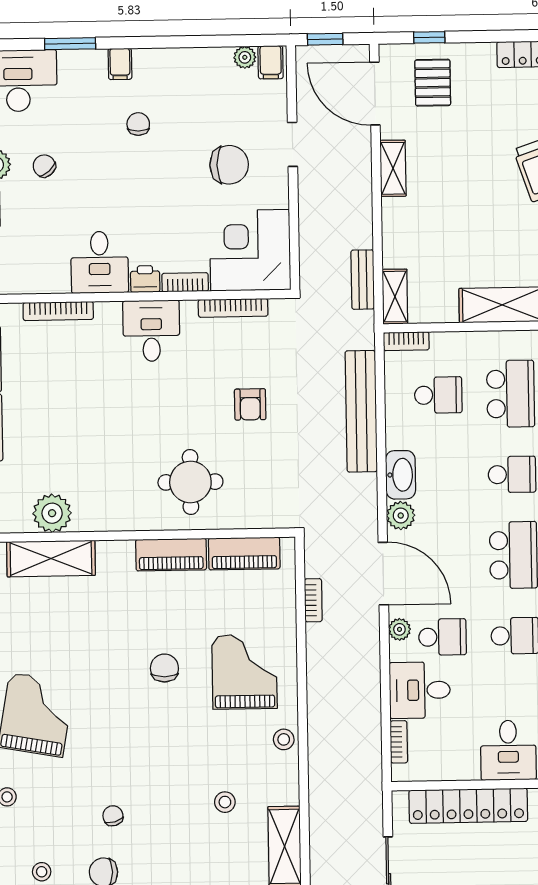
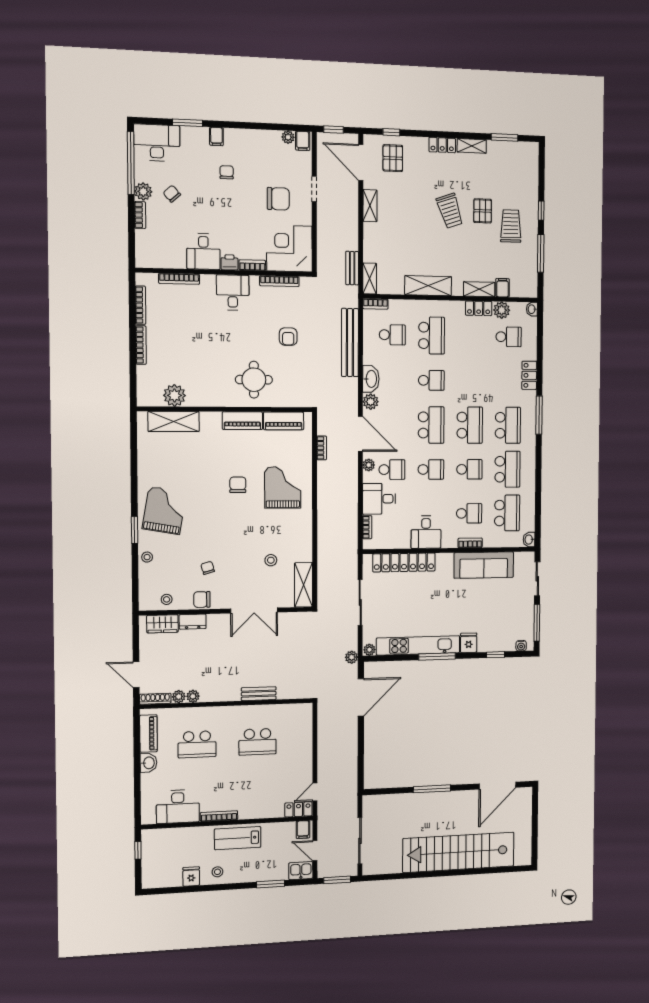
stool: (284, 739) -> (304, 525), removed

